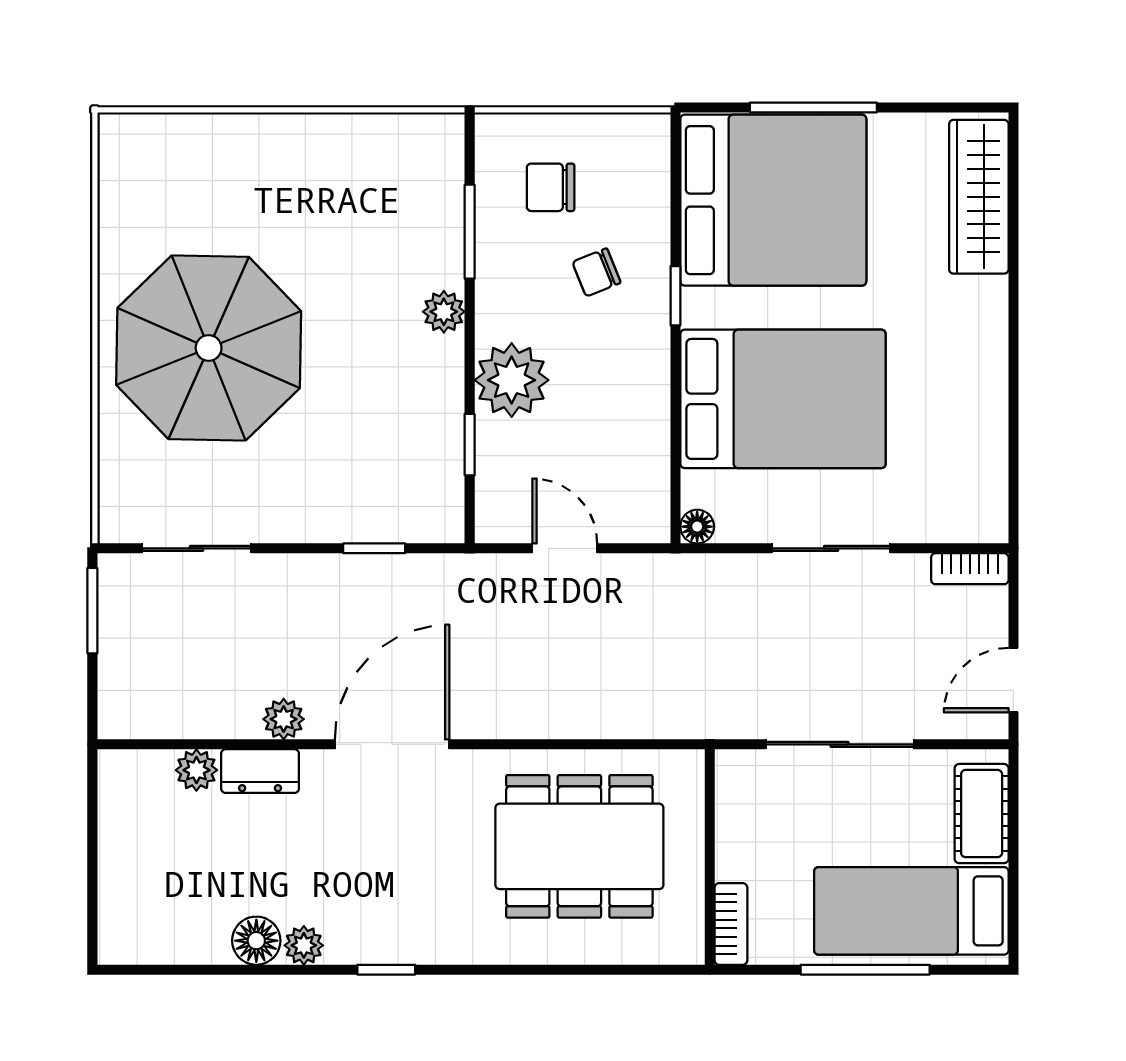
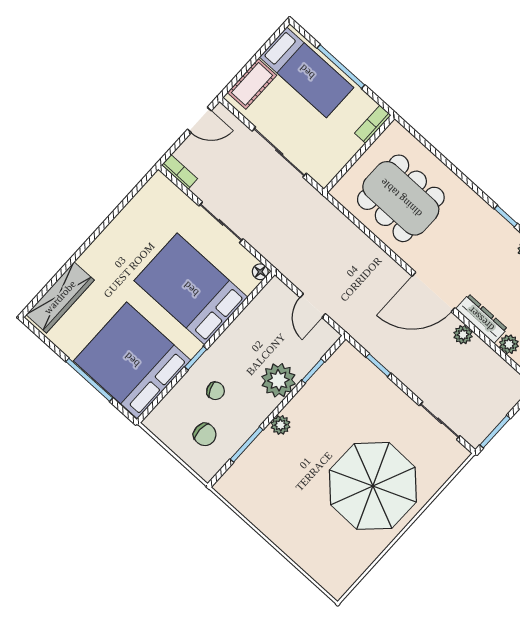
dresser: (260, 771) -> (481, 319), width x1.44

